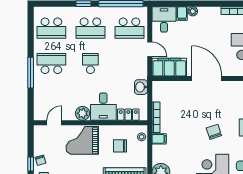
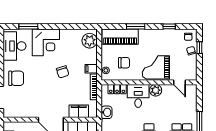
filing cabinet: (174, 88) -> (79, 111), added
door: (54, 123) -> (179, 82), hinge flipped
chair: (214, 132) -> (63, 72), moved
grand piano: (82, 140) -> (156, 67), turned 180

